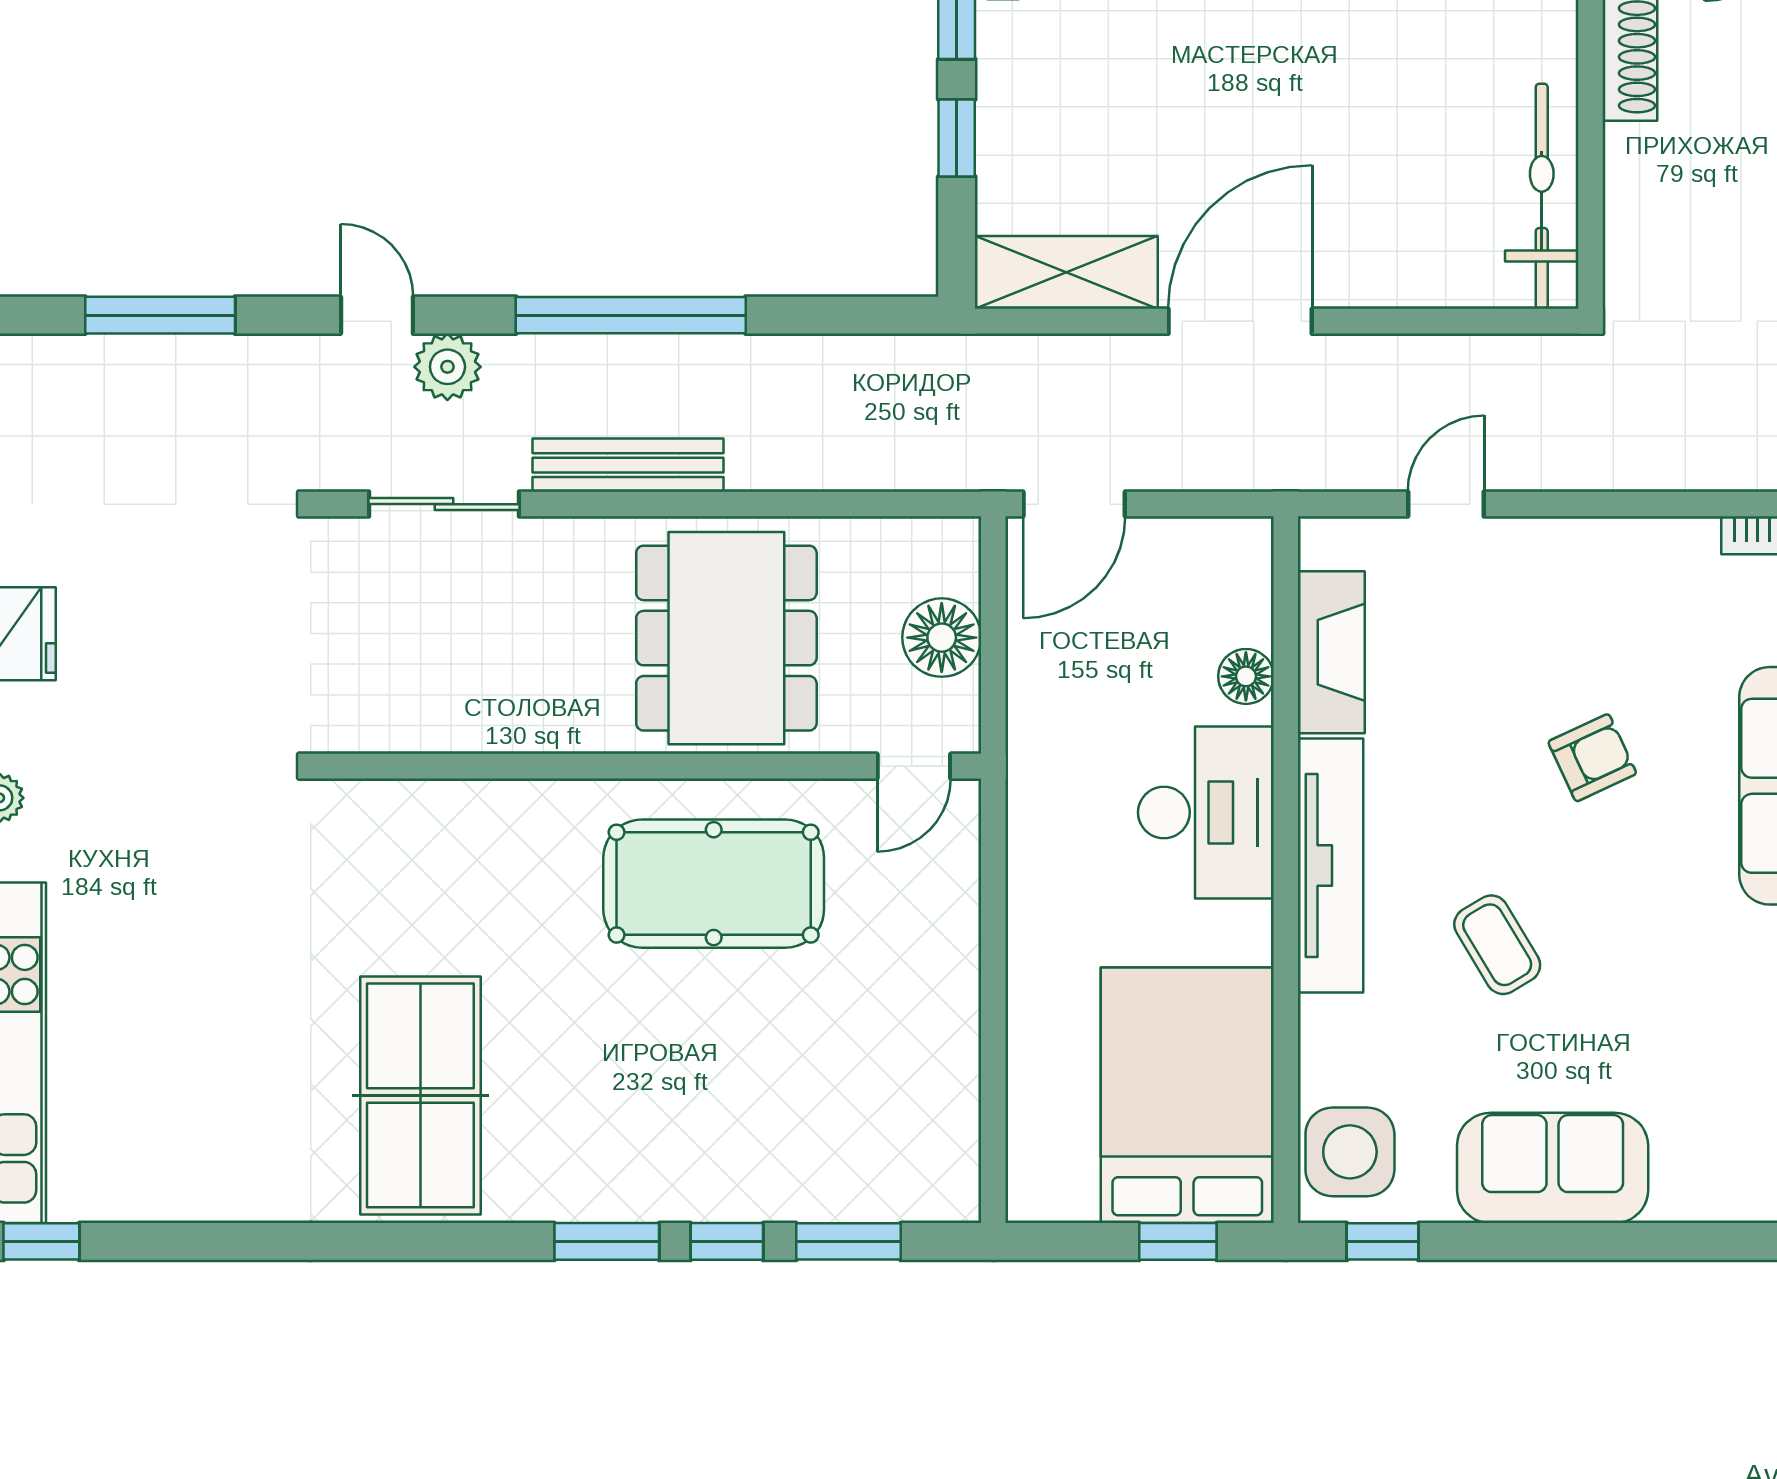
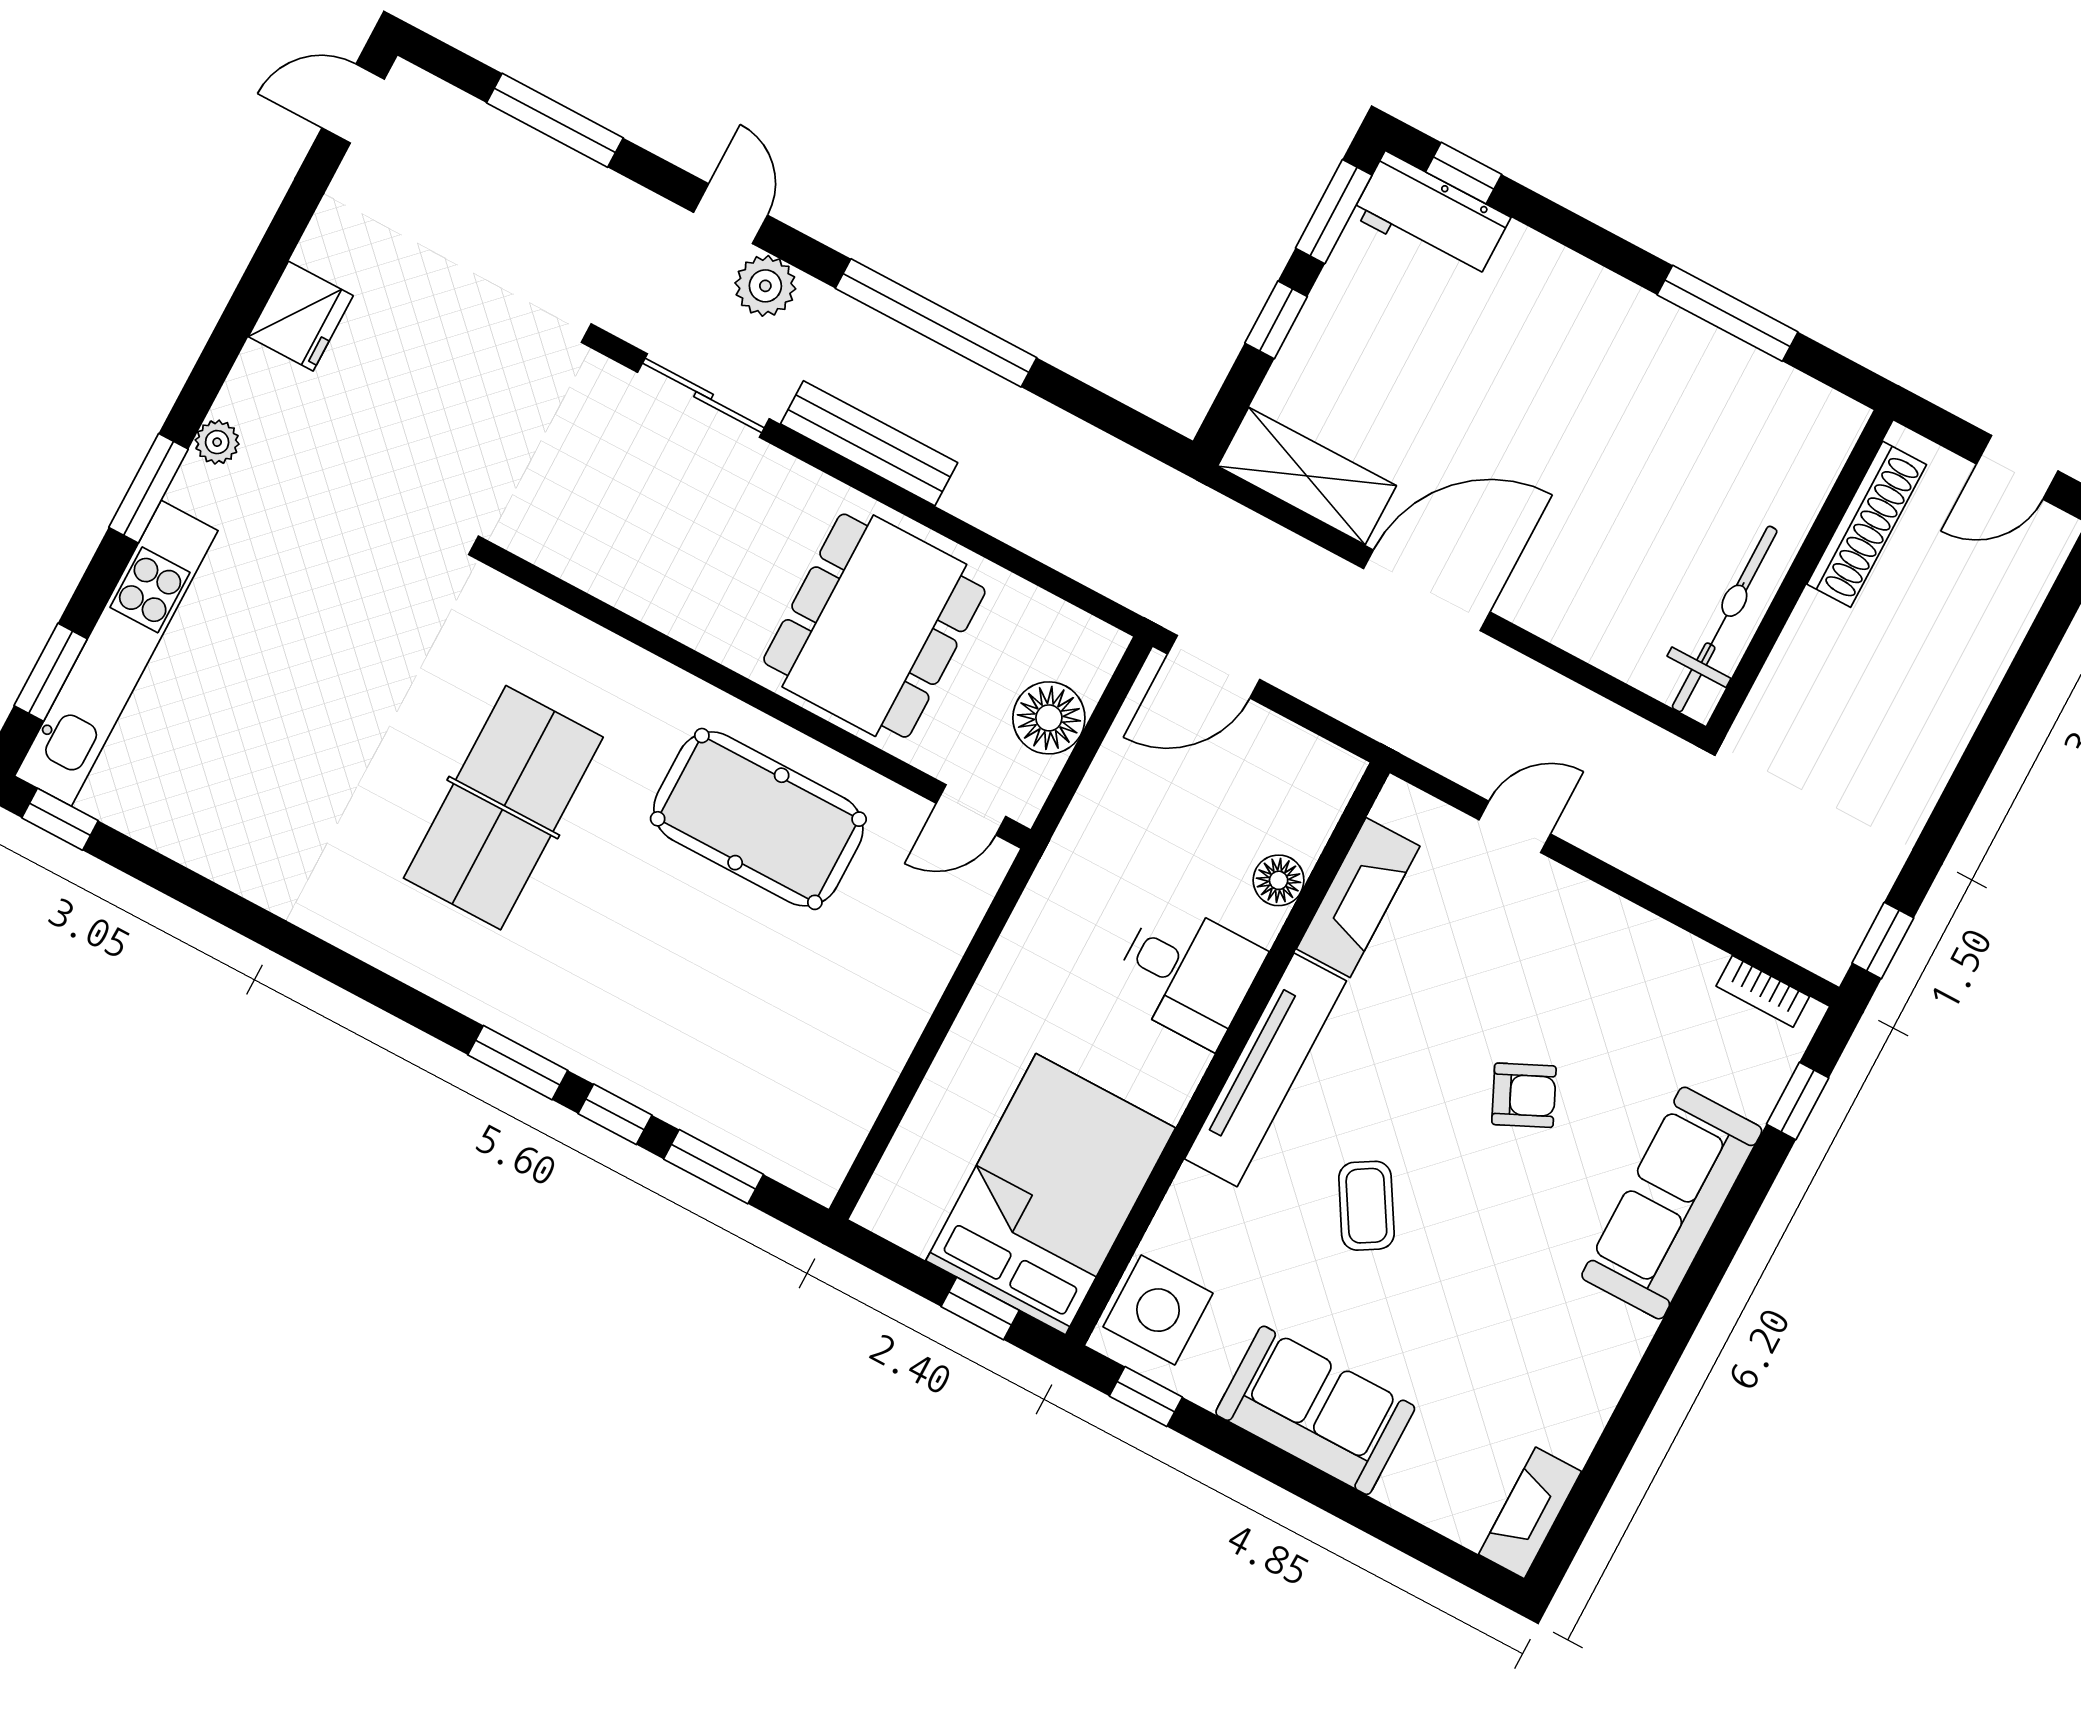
desk: (1206, 812) -> (1187, 973), width x0.73
table tennis table: (420, 1095) -> (503, 808), moved

